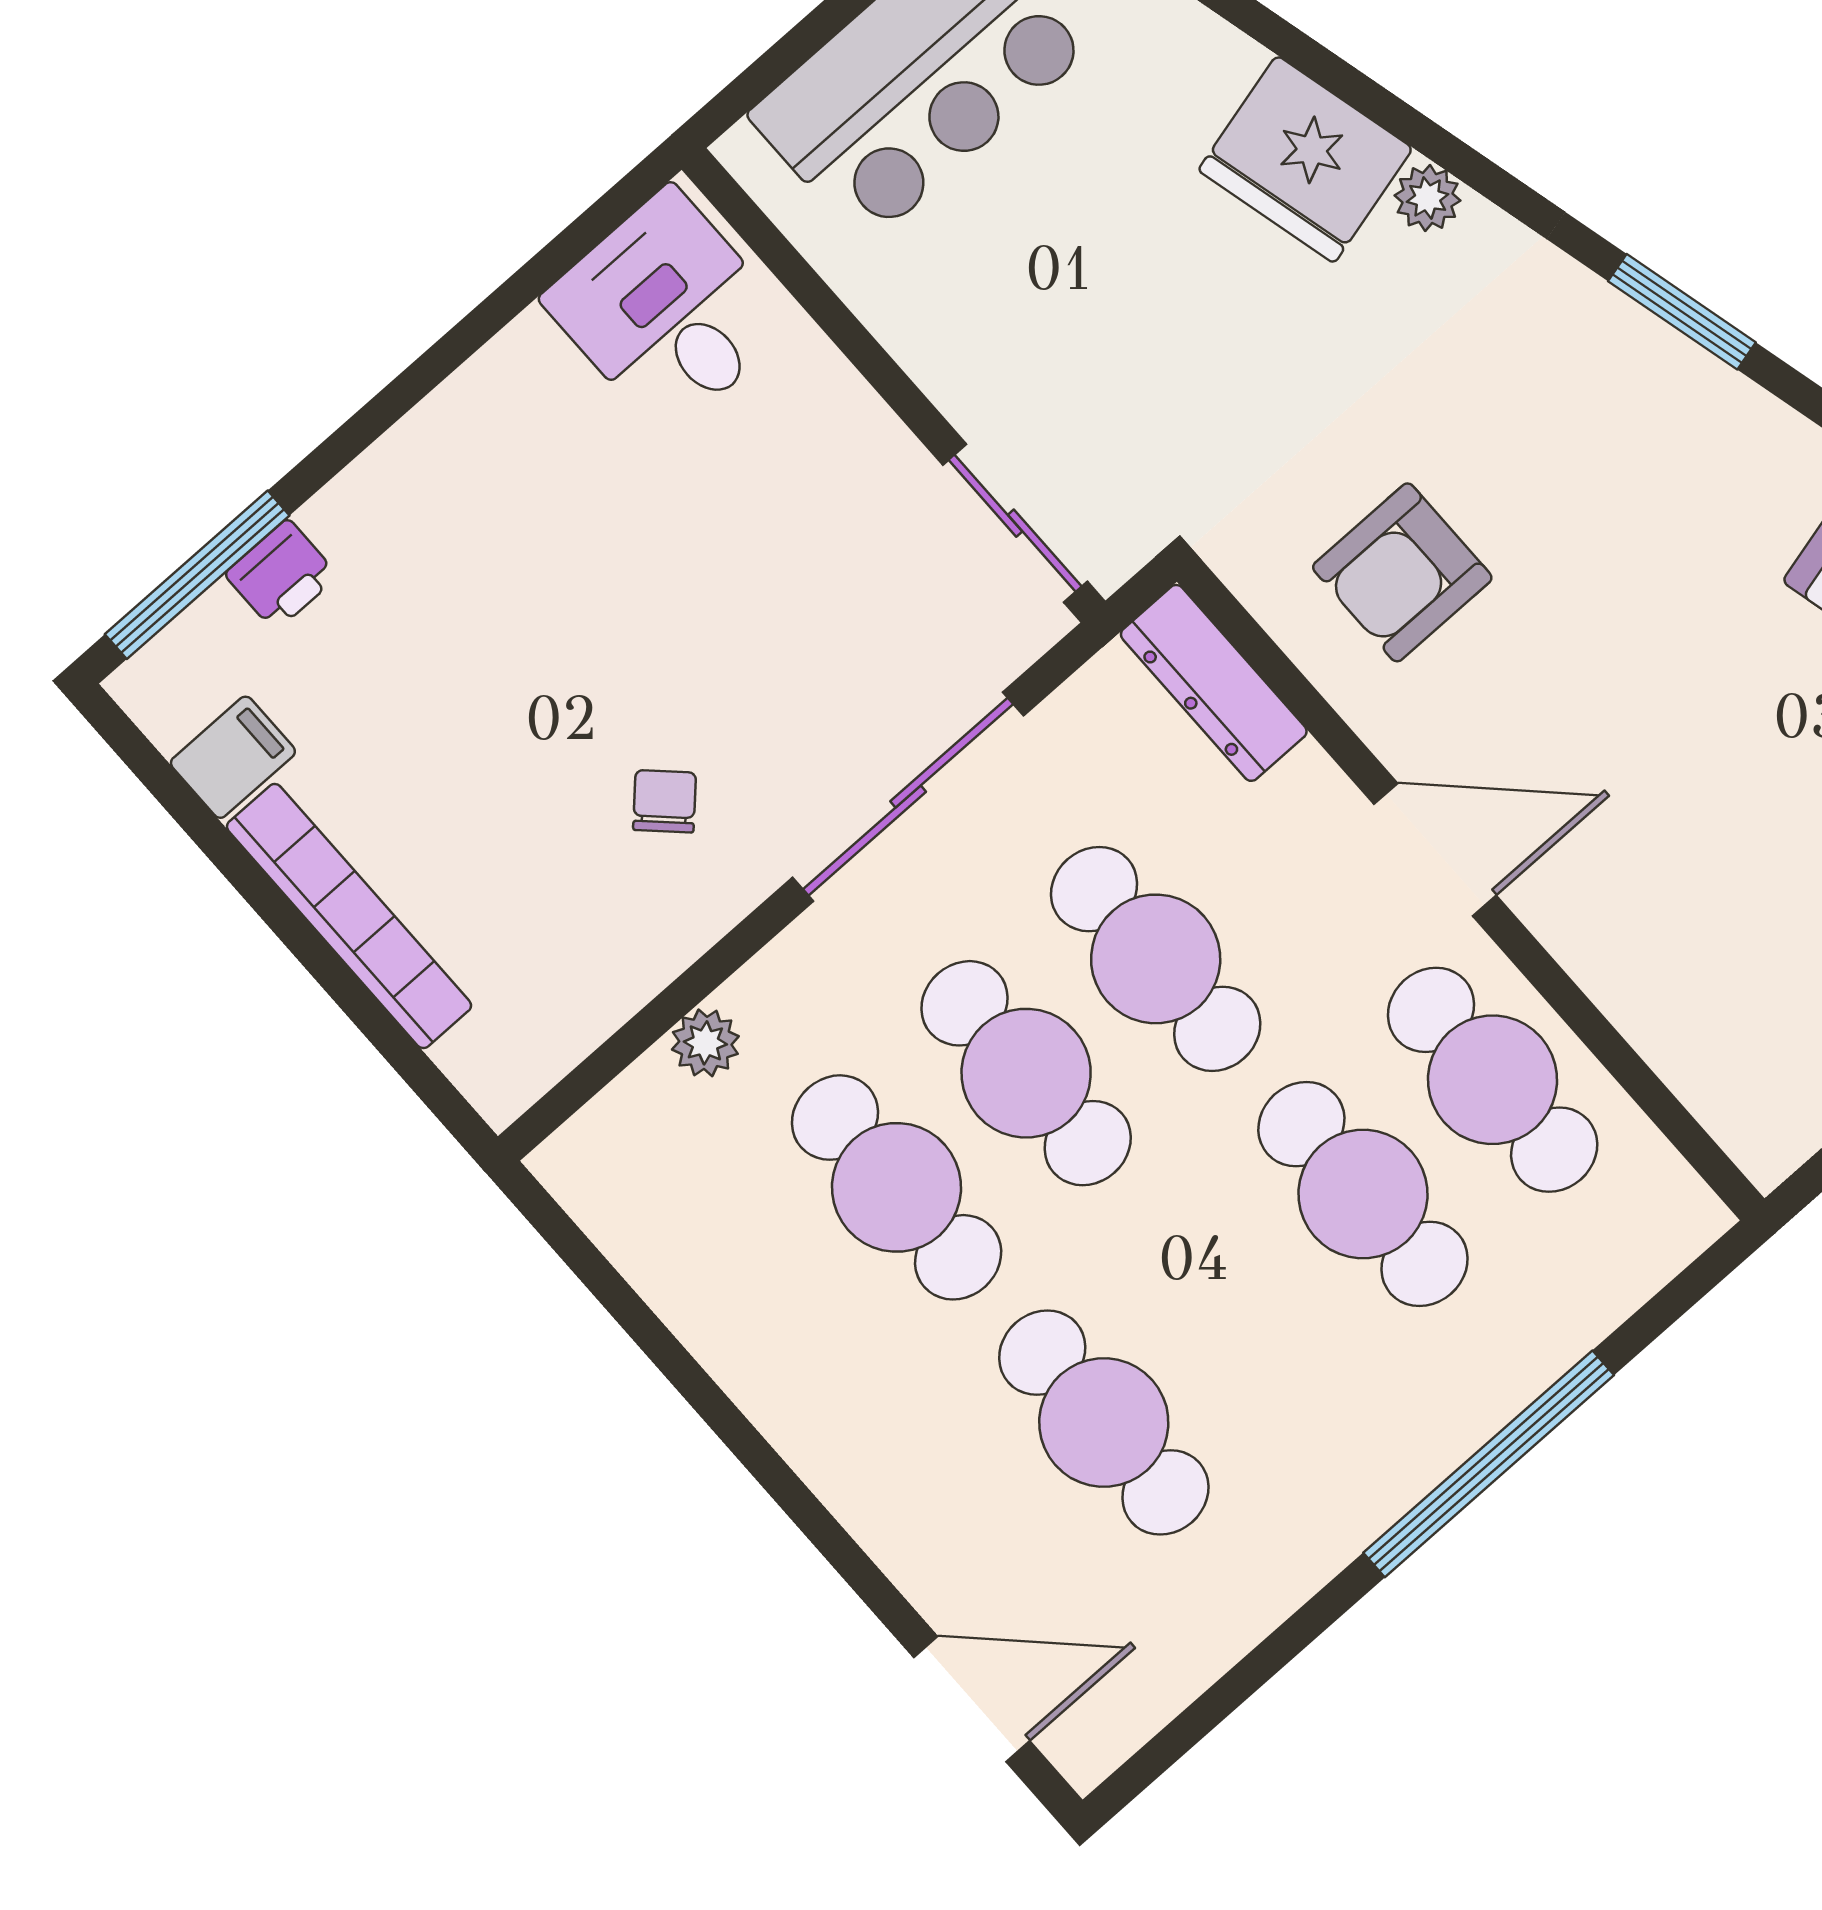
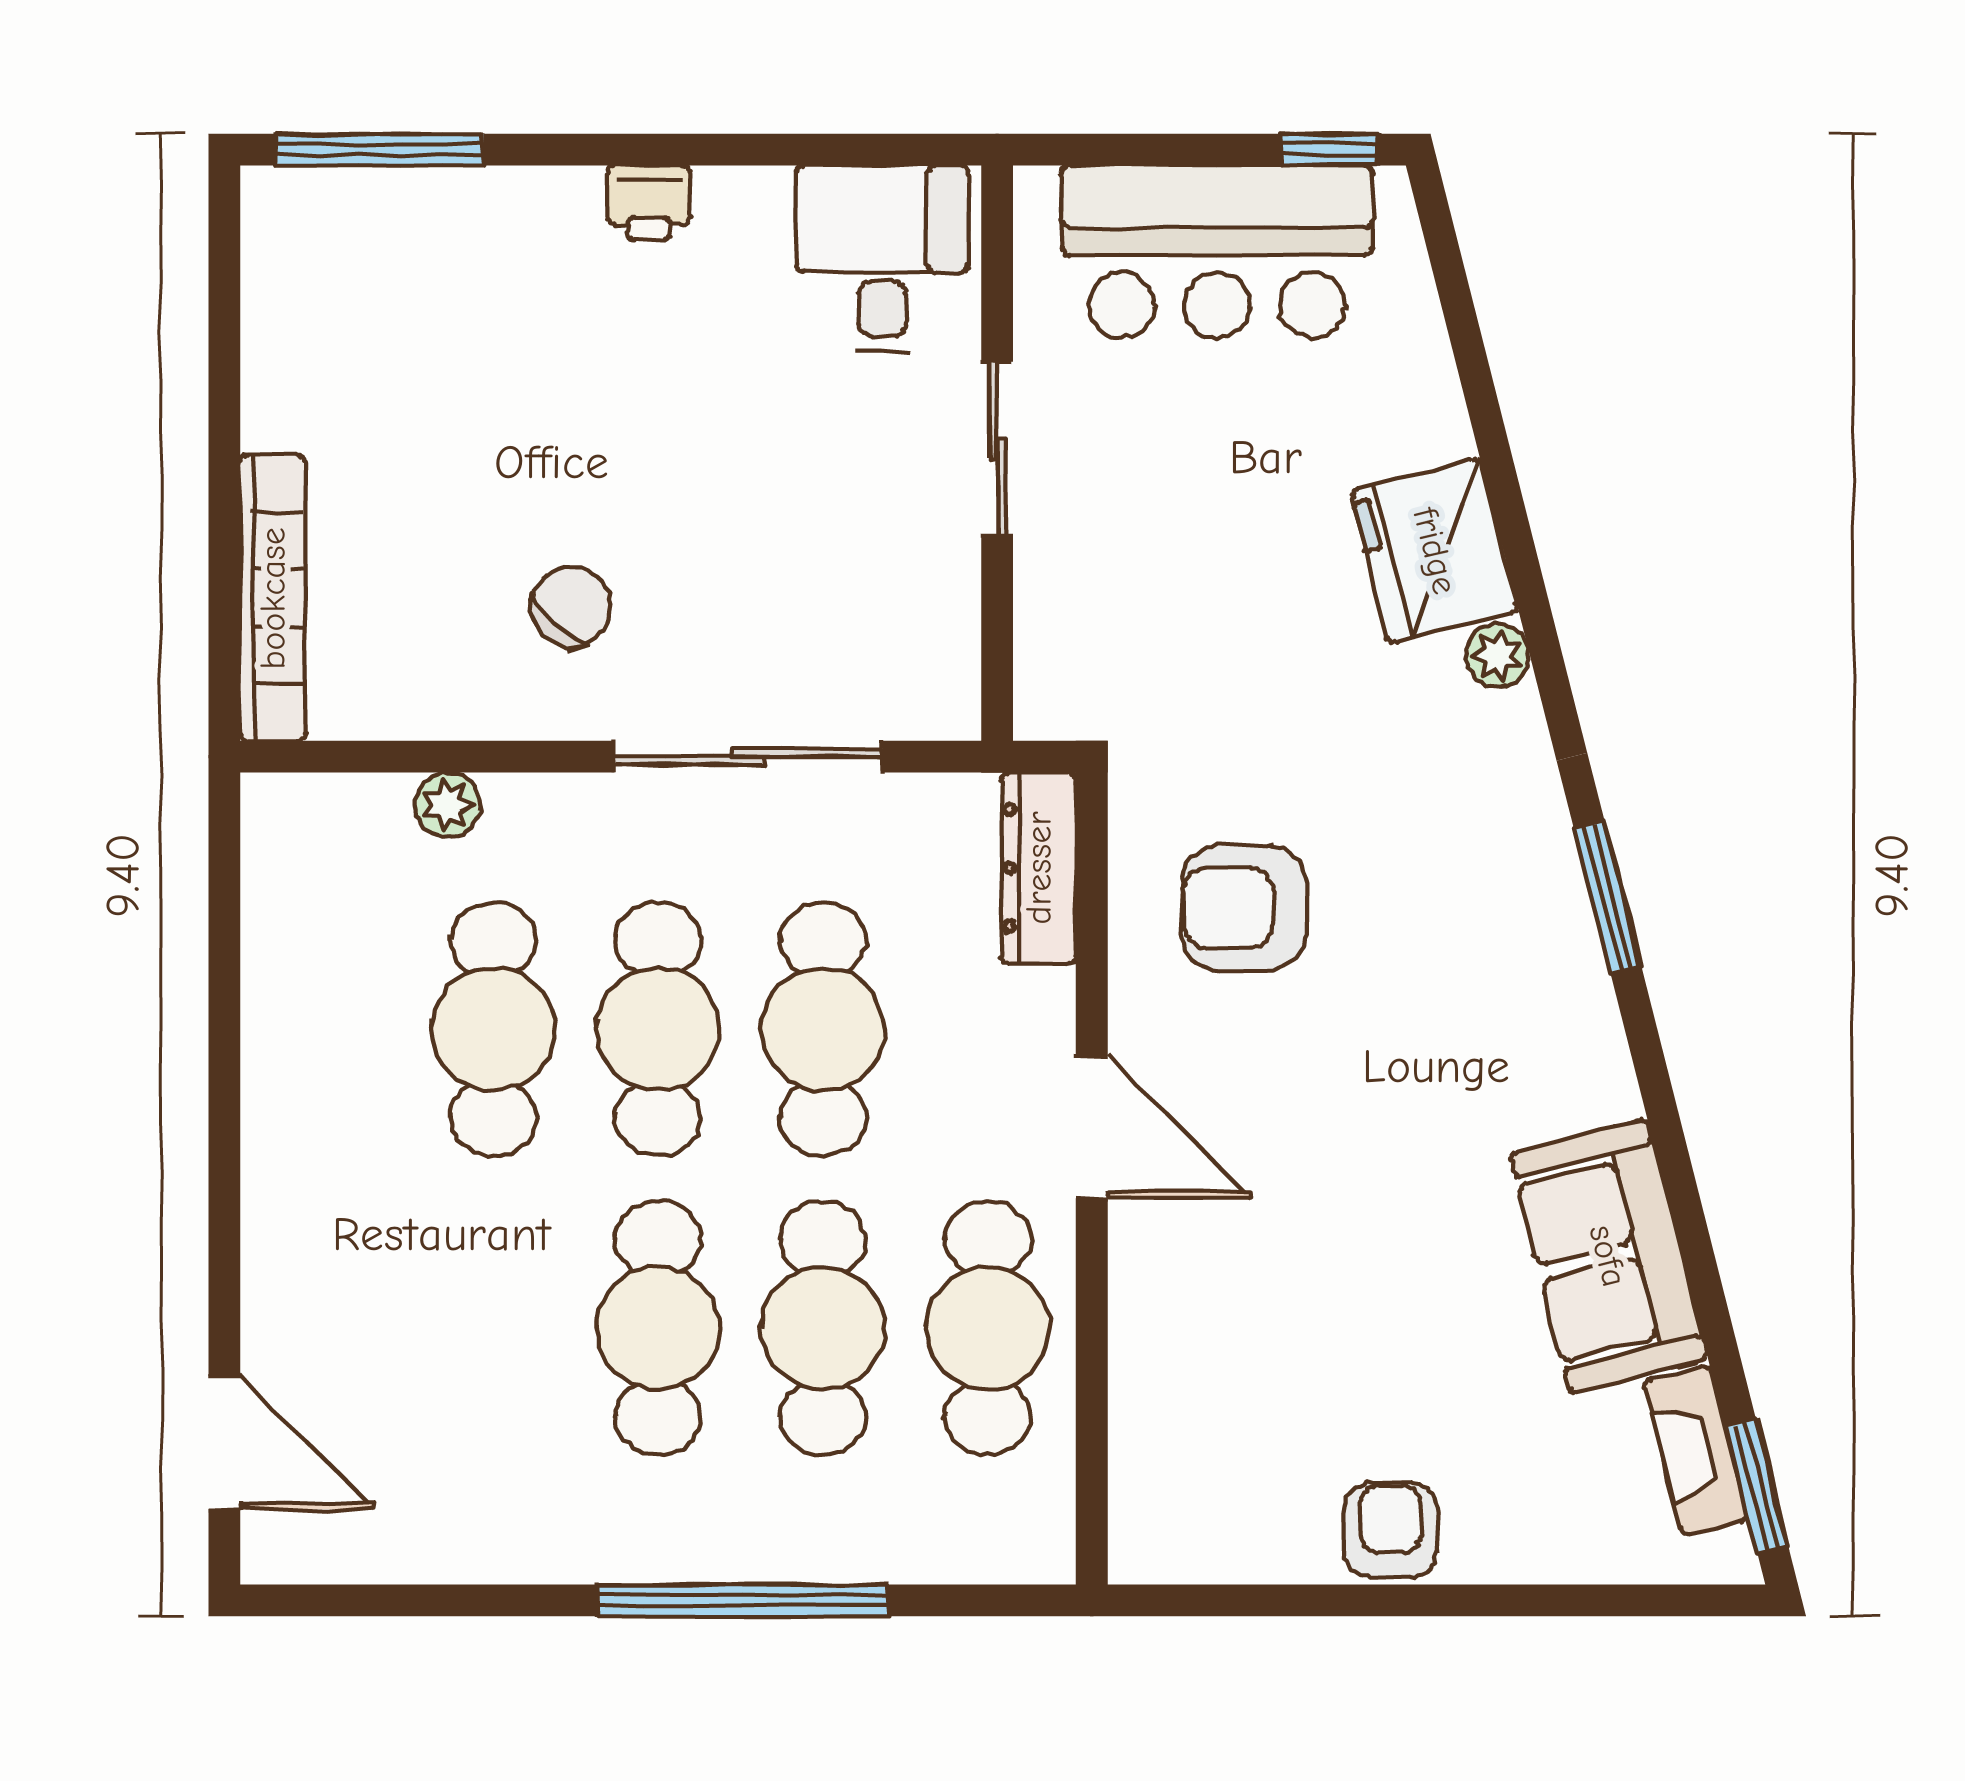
sliding door: (1015, 523) -> (997, 449), moved
printer: (281, 575) -> (649, 203), moved
filing cabinet: (233, 757) -> (290, 303), removed
chair: (665, 801) -> (571, 606), width x1.37, depth x1.37
bookcase: (349, 916) -> (273, 598), moved
cafe table: (1104, 1423) -> (658, 1328), moved

